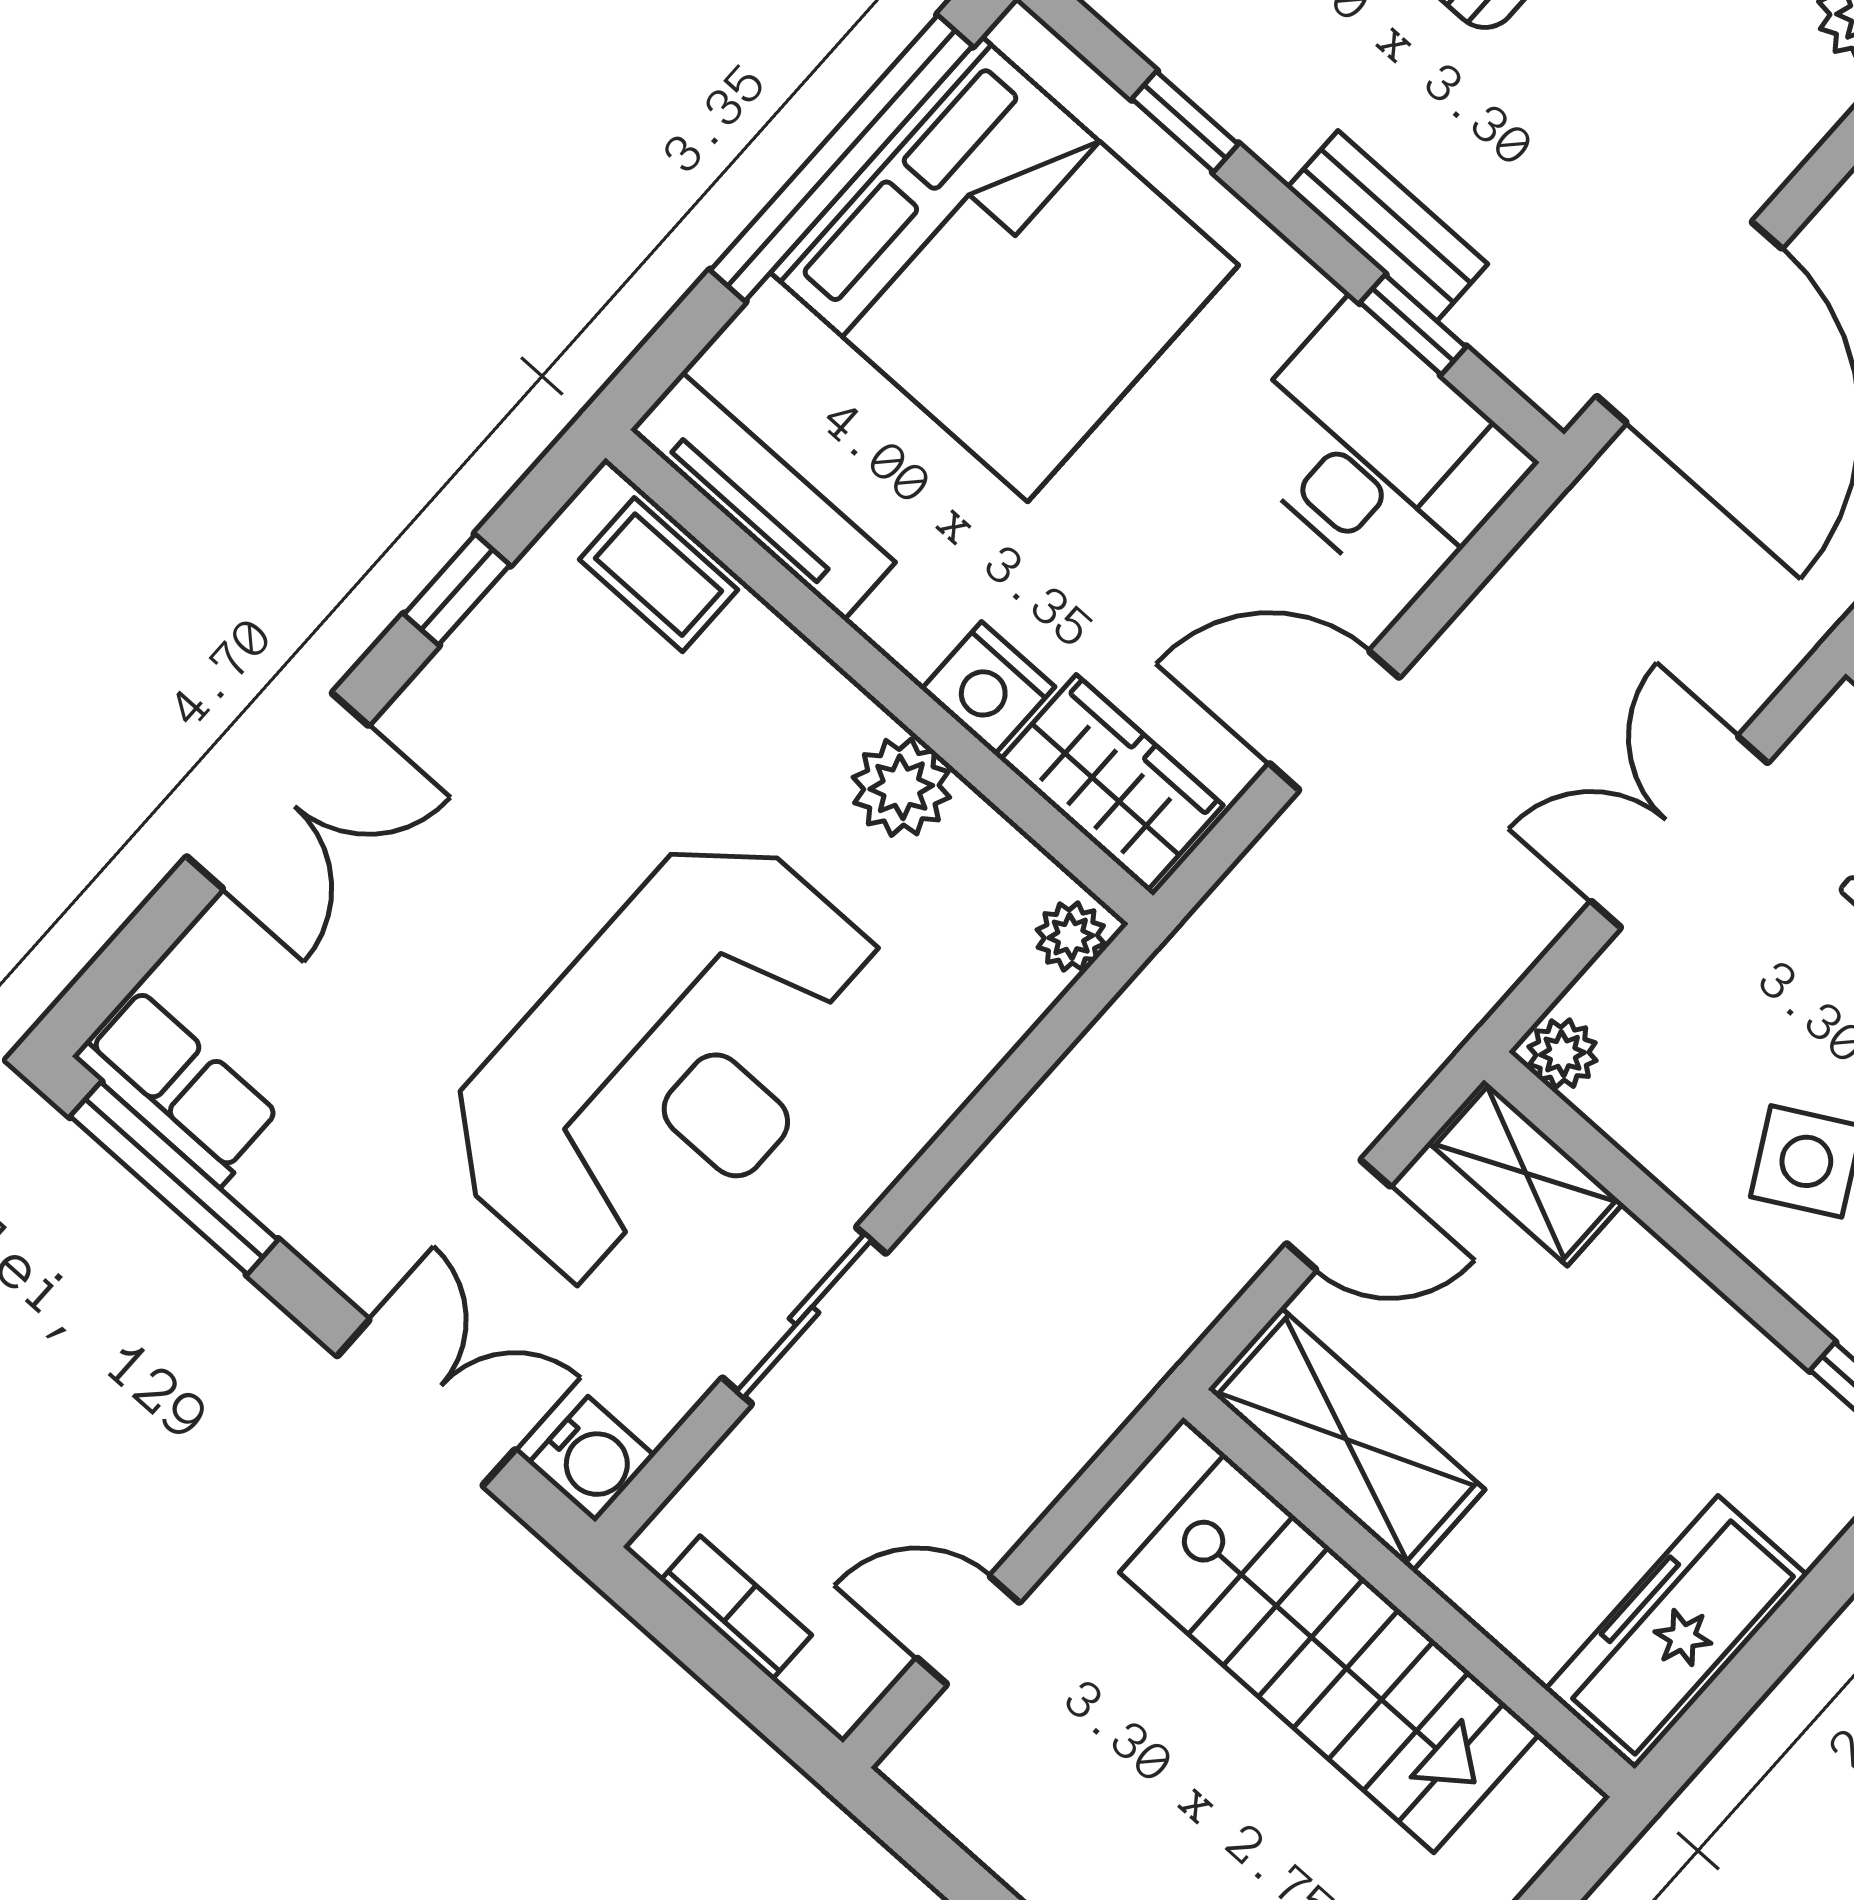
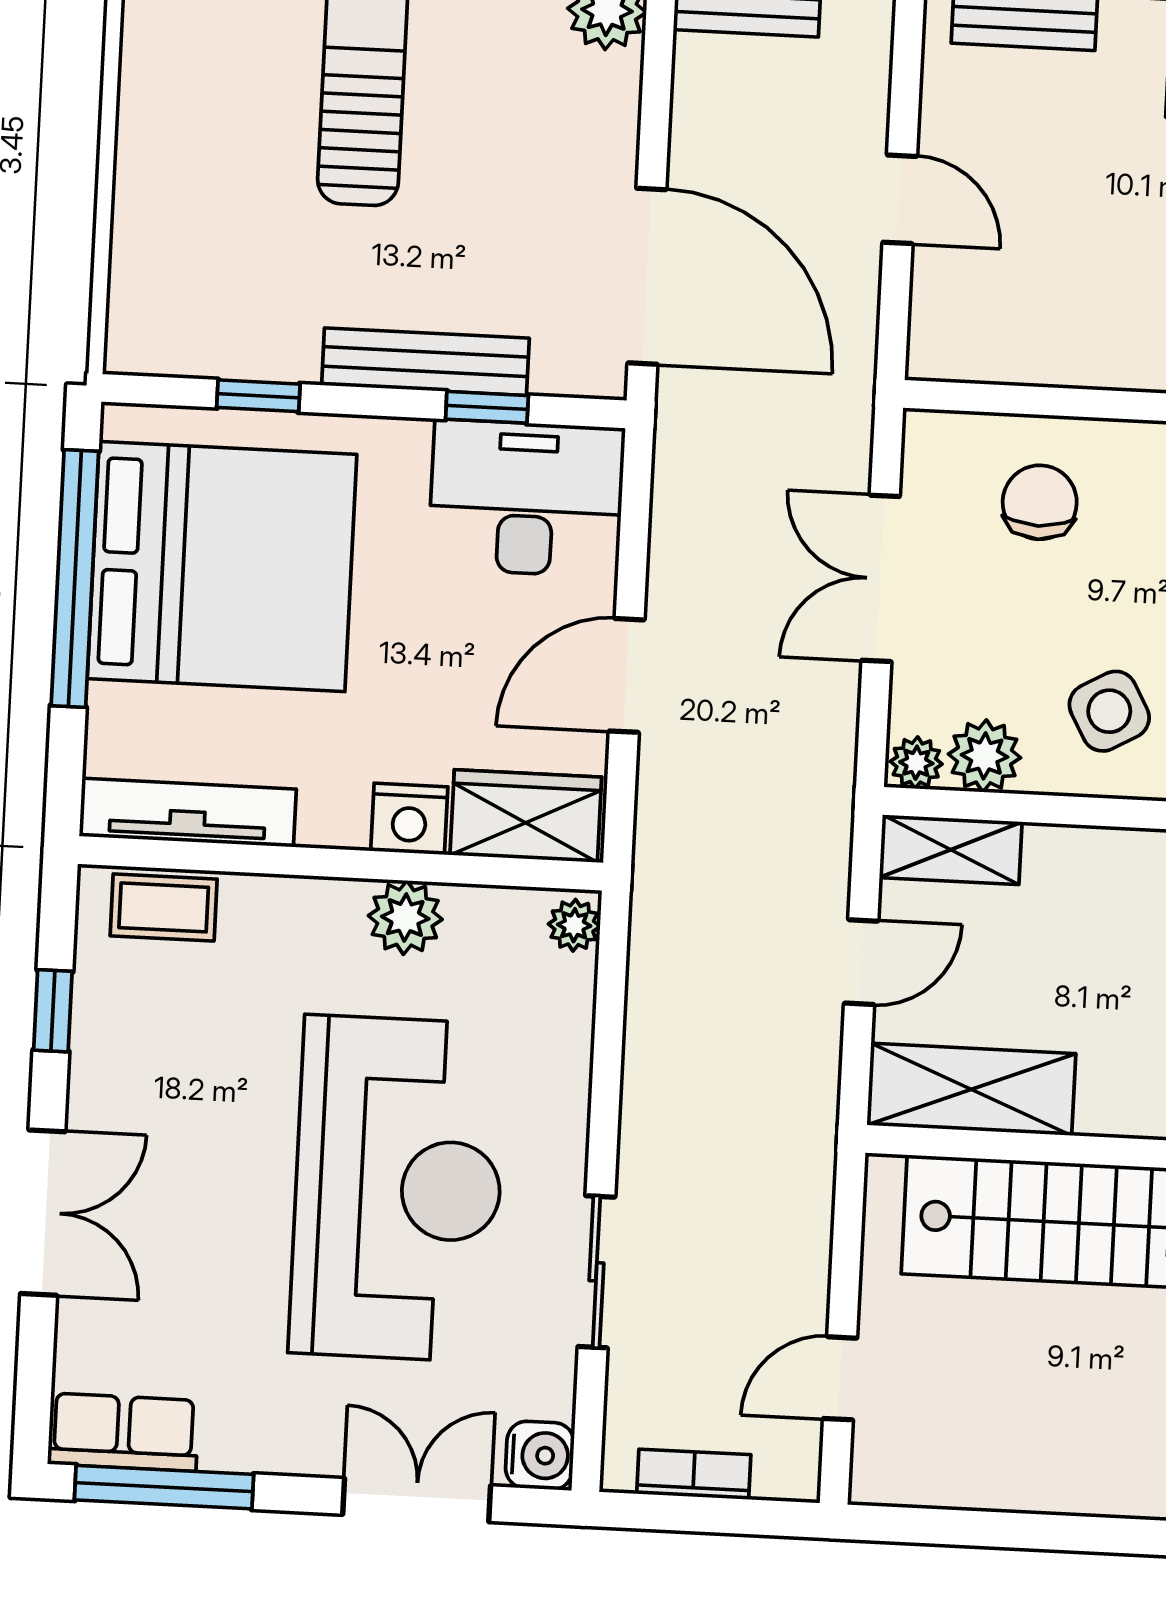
bench: (1387, 226) -> (425, 362), width x1.36
plant: (1639, 1104) -> (984, 756), added

